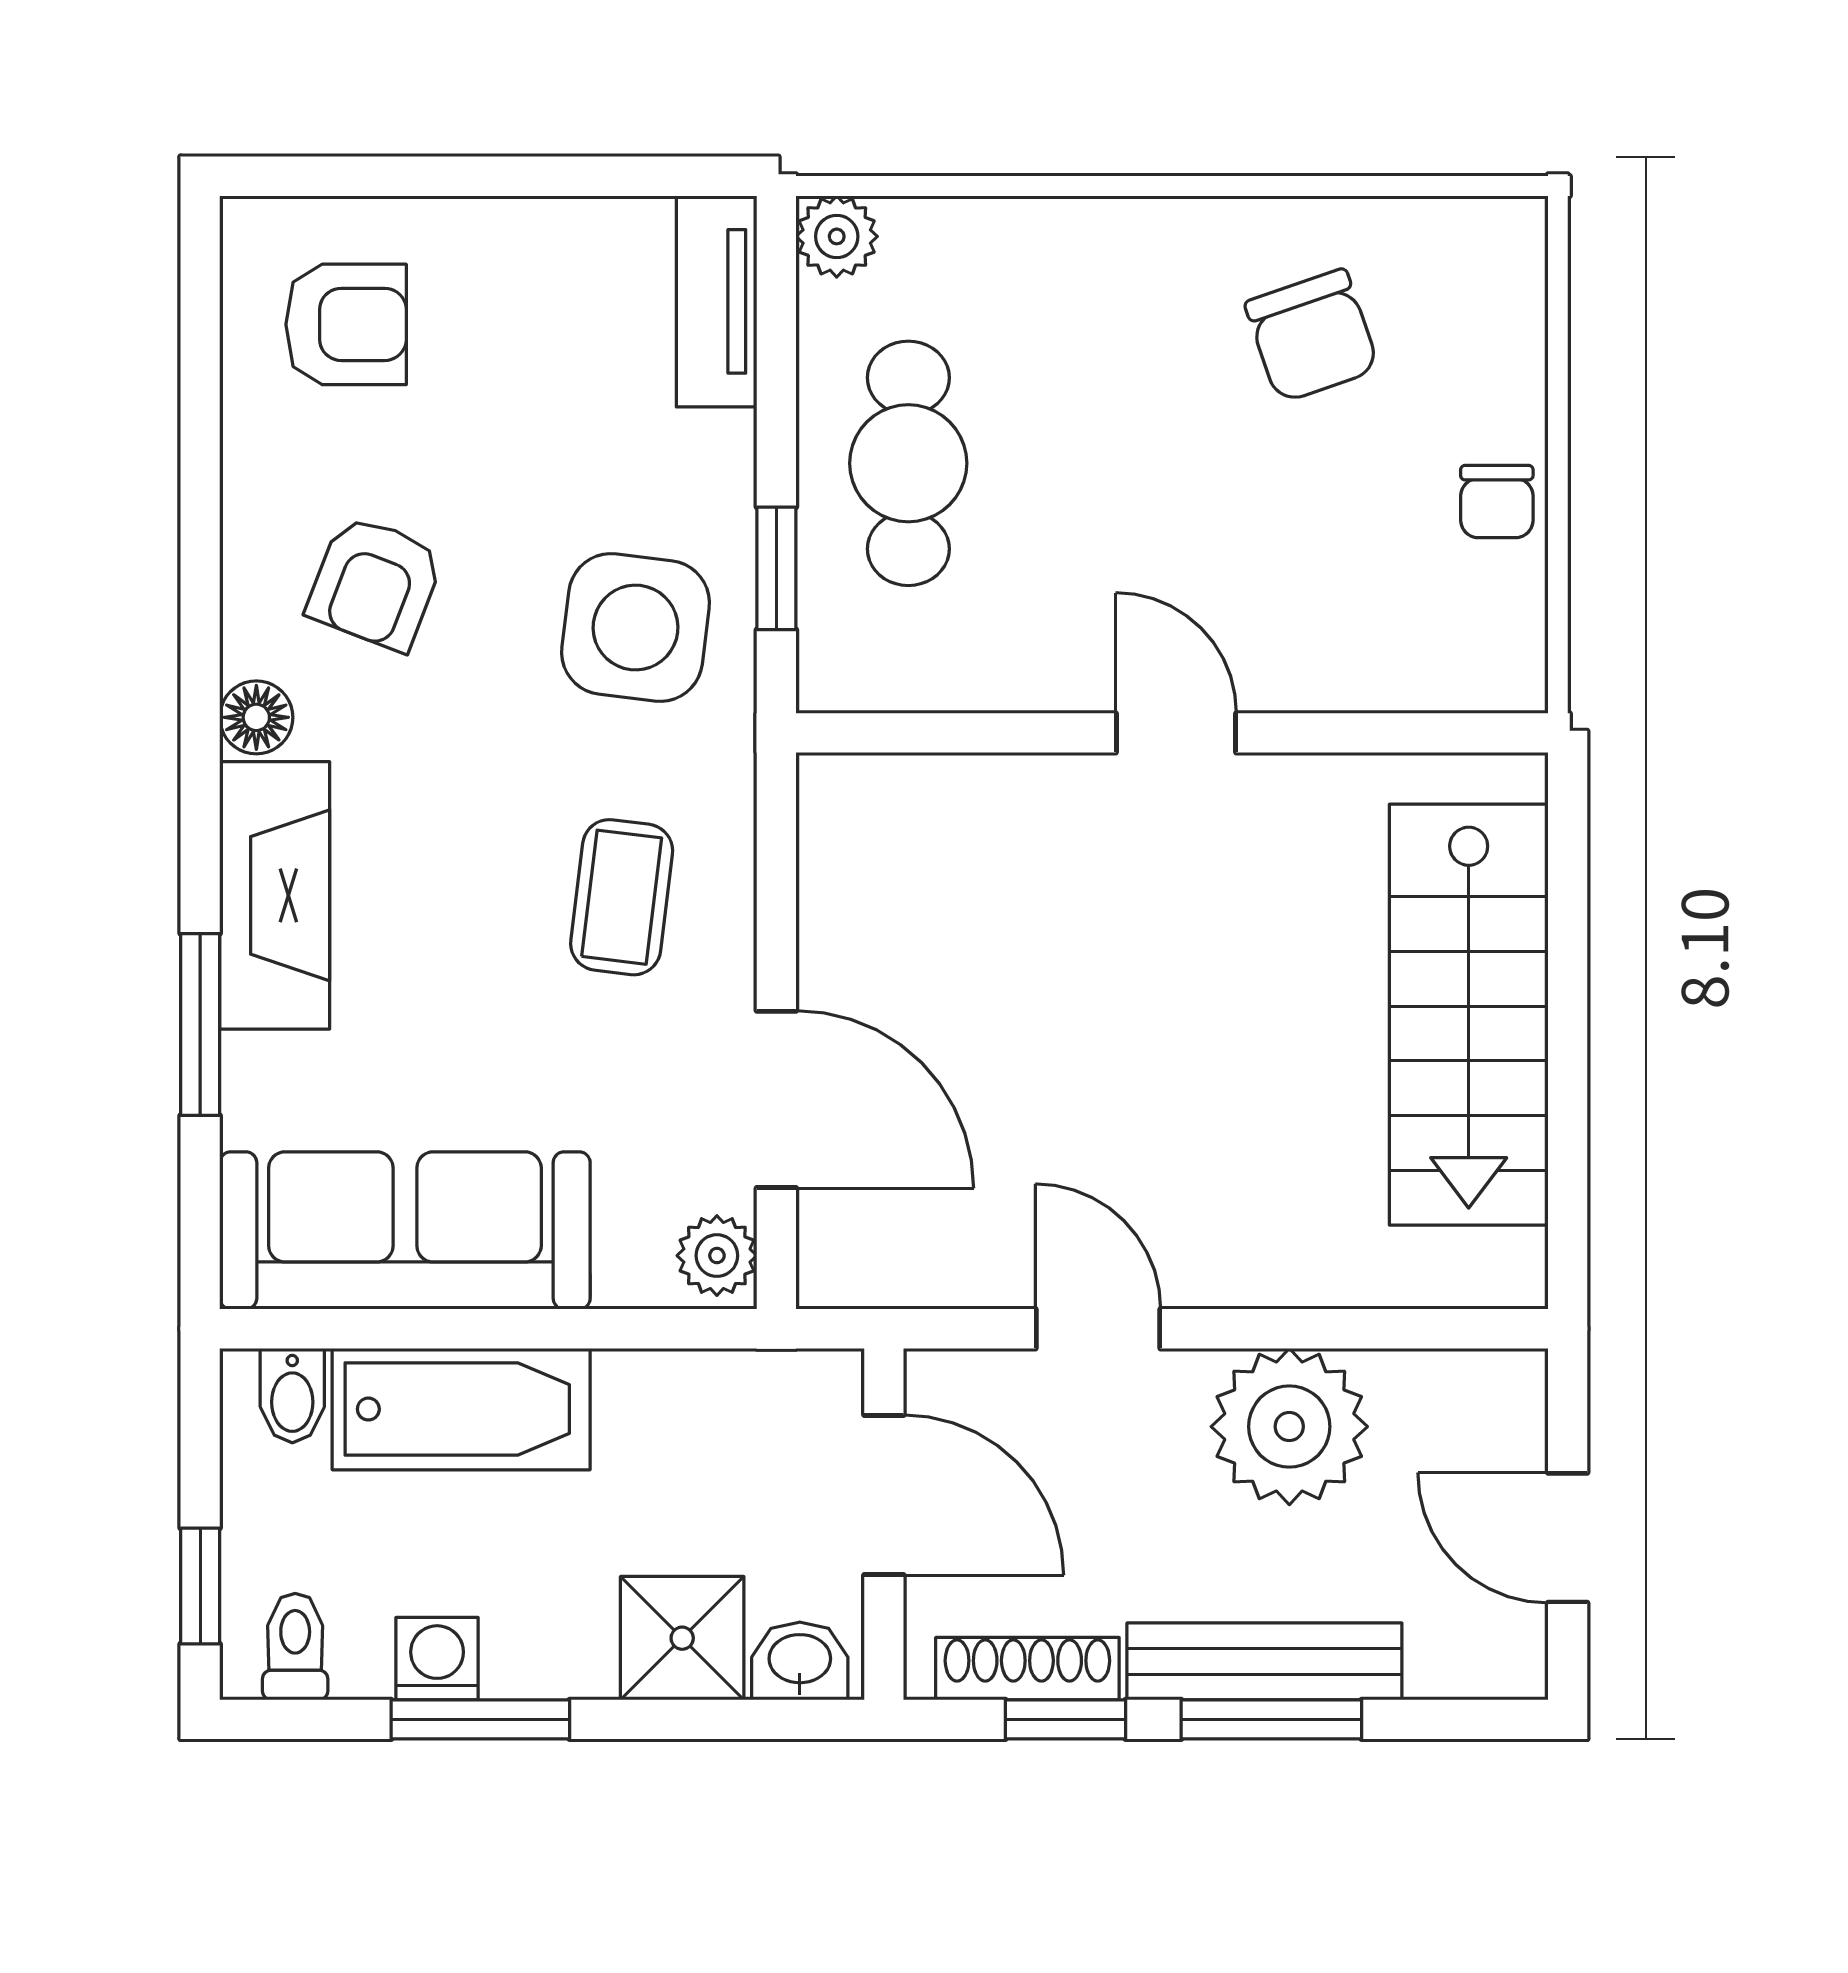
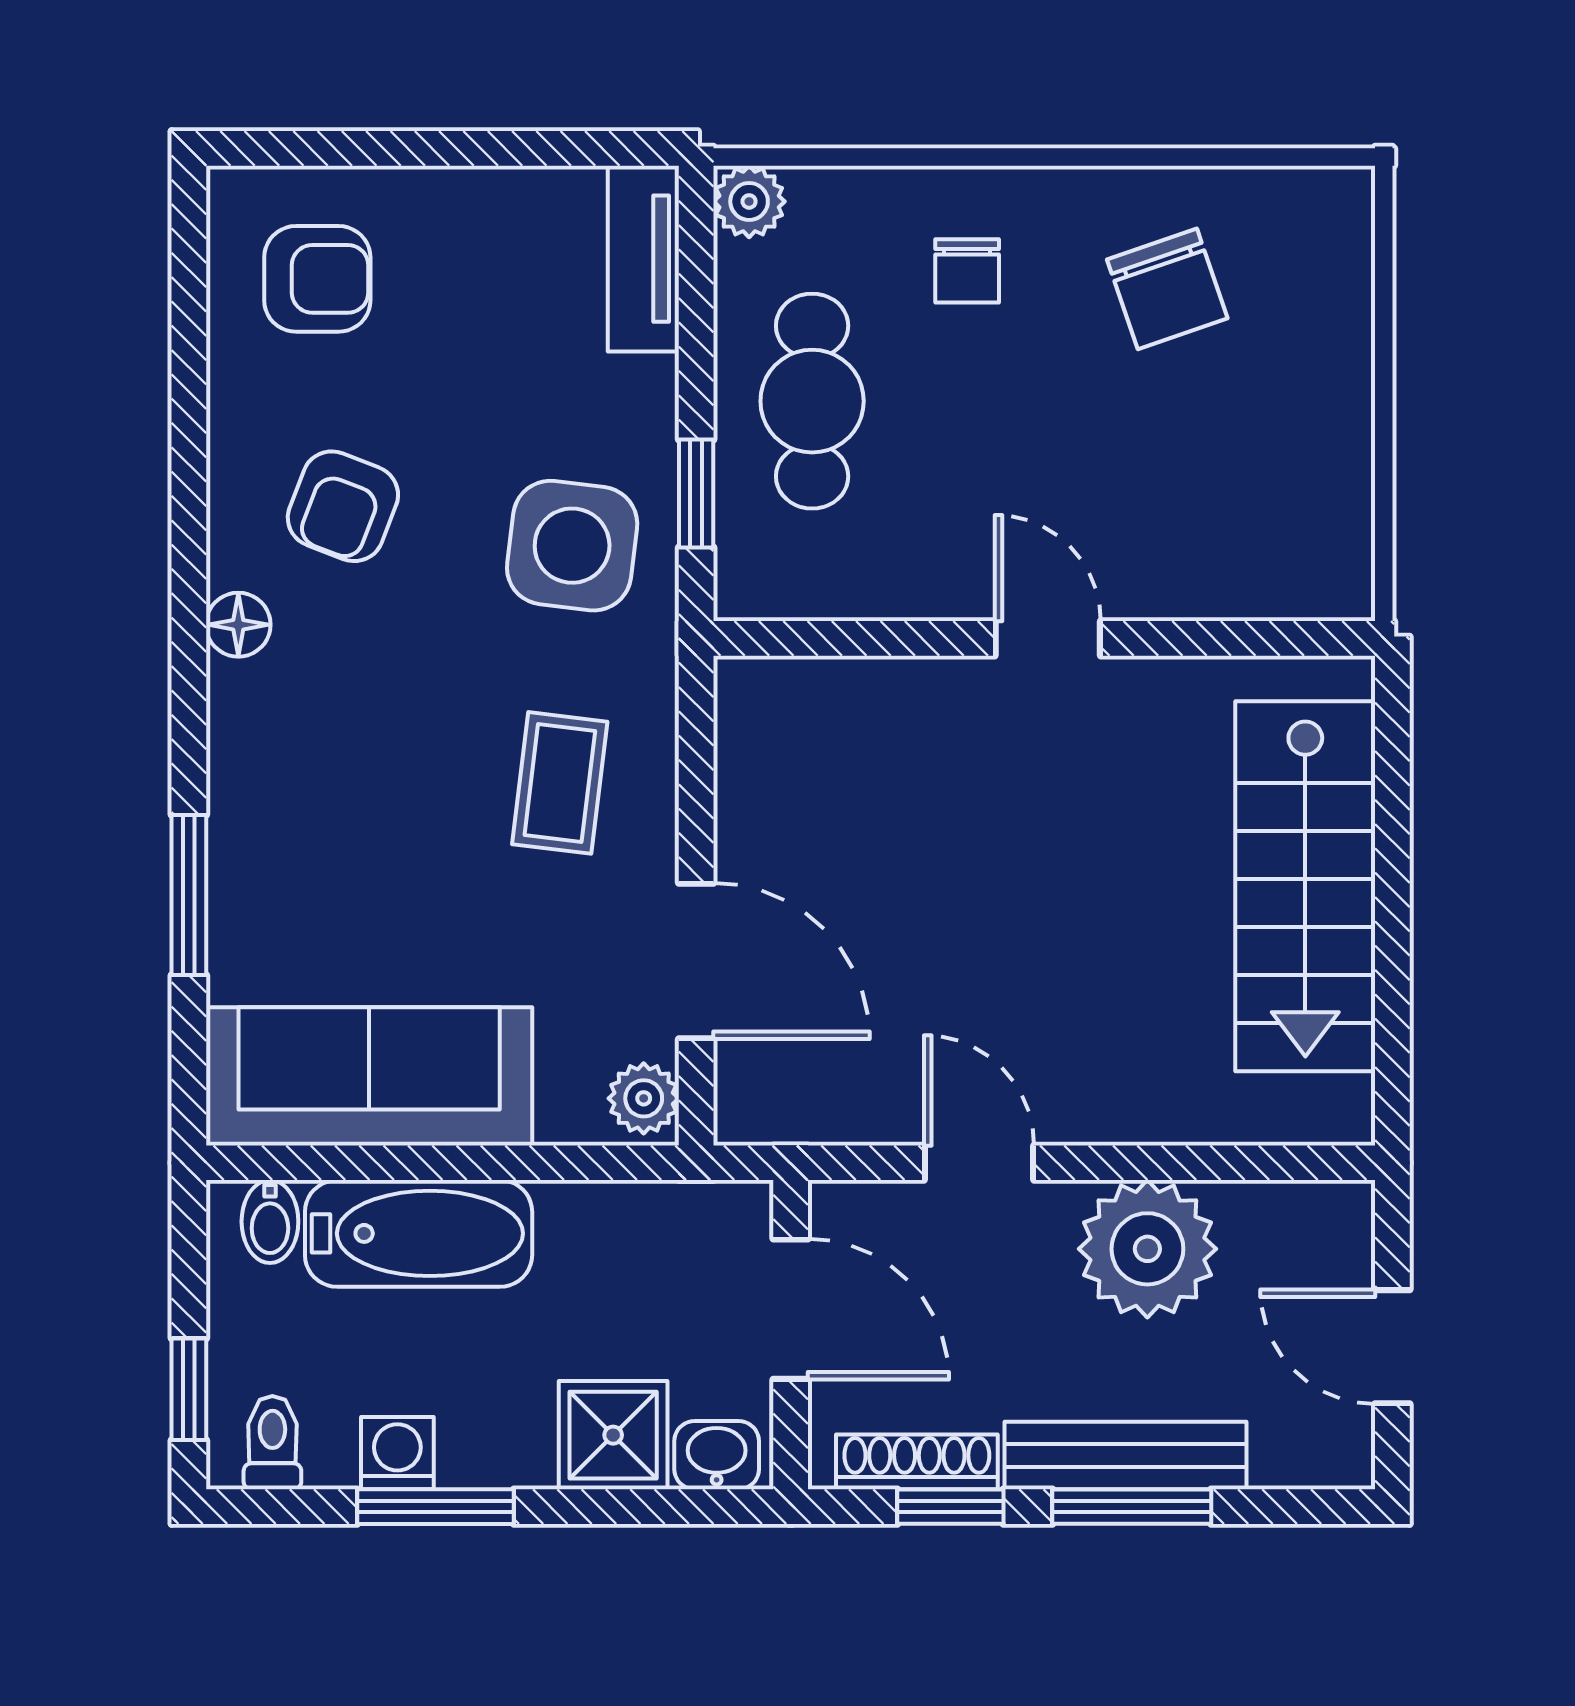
chair: (1497, 502) -> (967, 271), moved
fireplace: (275, 895) -> (255, 781), removed

